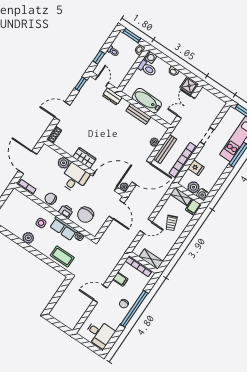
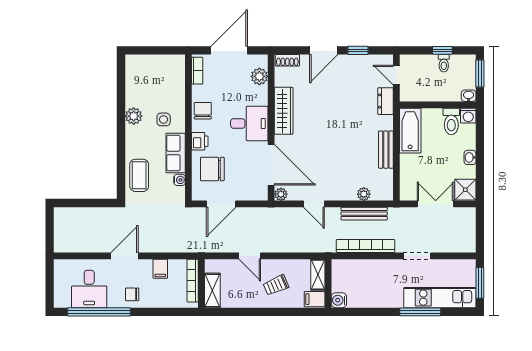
window: (99, 57) -> (442, 50), moved
door: (102, 81) -> (396, 75), swing flipped
window: (81, 84) -> (358, 50), moved
bathtub: (147, 101) -> (410, 131), moved
door: (62, 111) -> (324, 50), swing flipped
wardrobe: (84, 158) -> (284, 111), width x1.50
plant: (64, 163) -> (259, 76), moved
fridge: (196, 168) -> (367, 269), removed
door: (141, 173) -> (314, 204), width x0.53
plant: (193, 187) -> (340, 282), removed
door: (116, 210) -> (221, 204), moved
door: (100, 294) -> (124, 256), hinge flipped
window: (134, 309) -> (99, 312), moved
desk: (99, 334) -> (89, 289), moved

